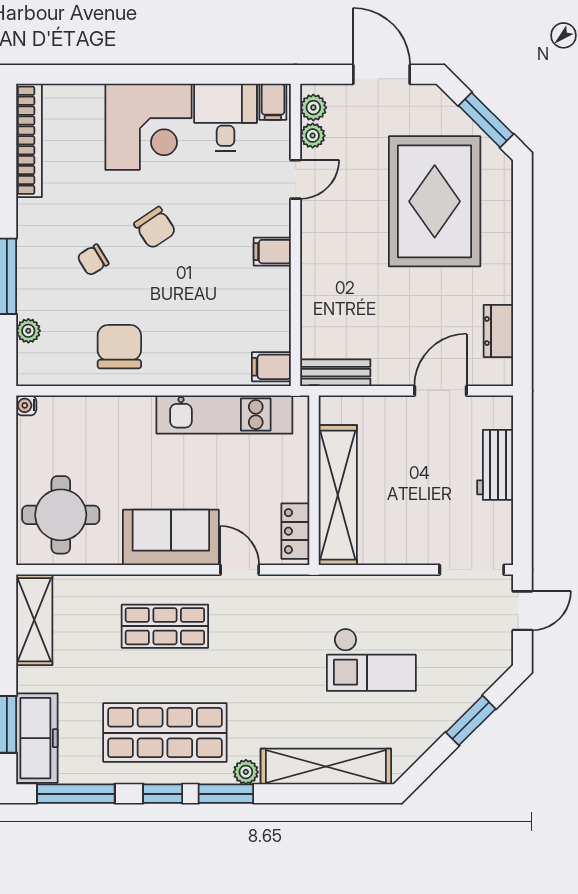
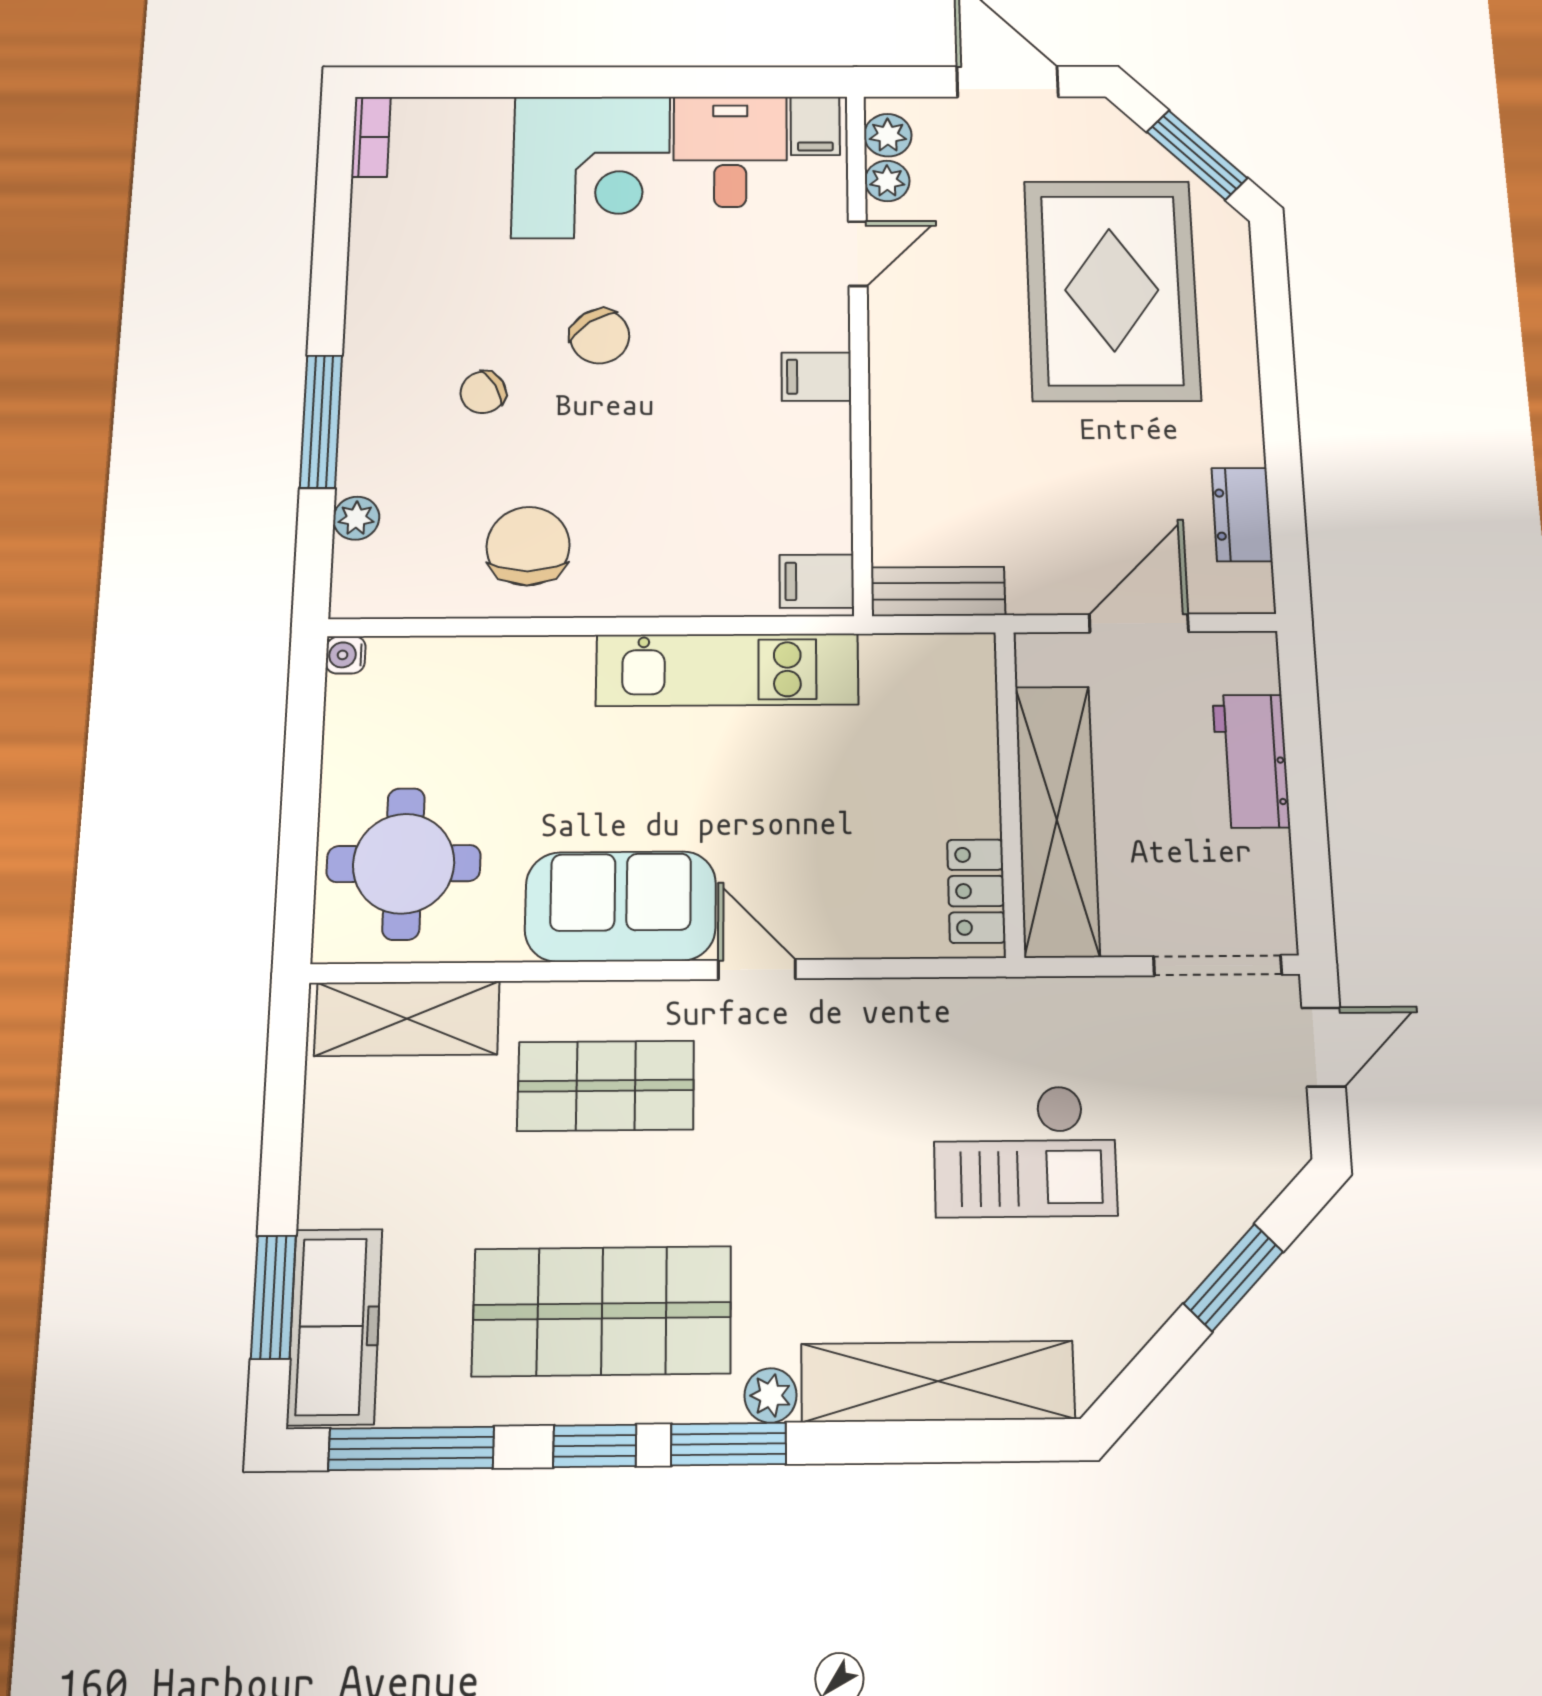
bookcase: (29, 140) -> (371, 137), width x0.43, depth x0.76
wall: (314, 480) -> (1010, 792), moved
shelving: (338, 495) -> (1057, 820), moved
locker: (295, 531) -> (976, 891), moved
shelving: (34, 620) -> (407, 1019), moved, turned 90

